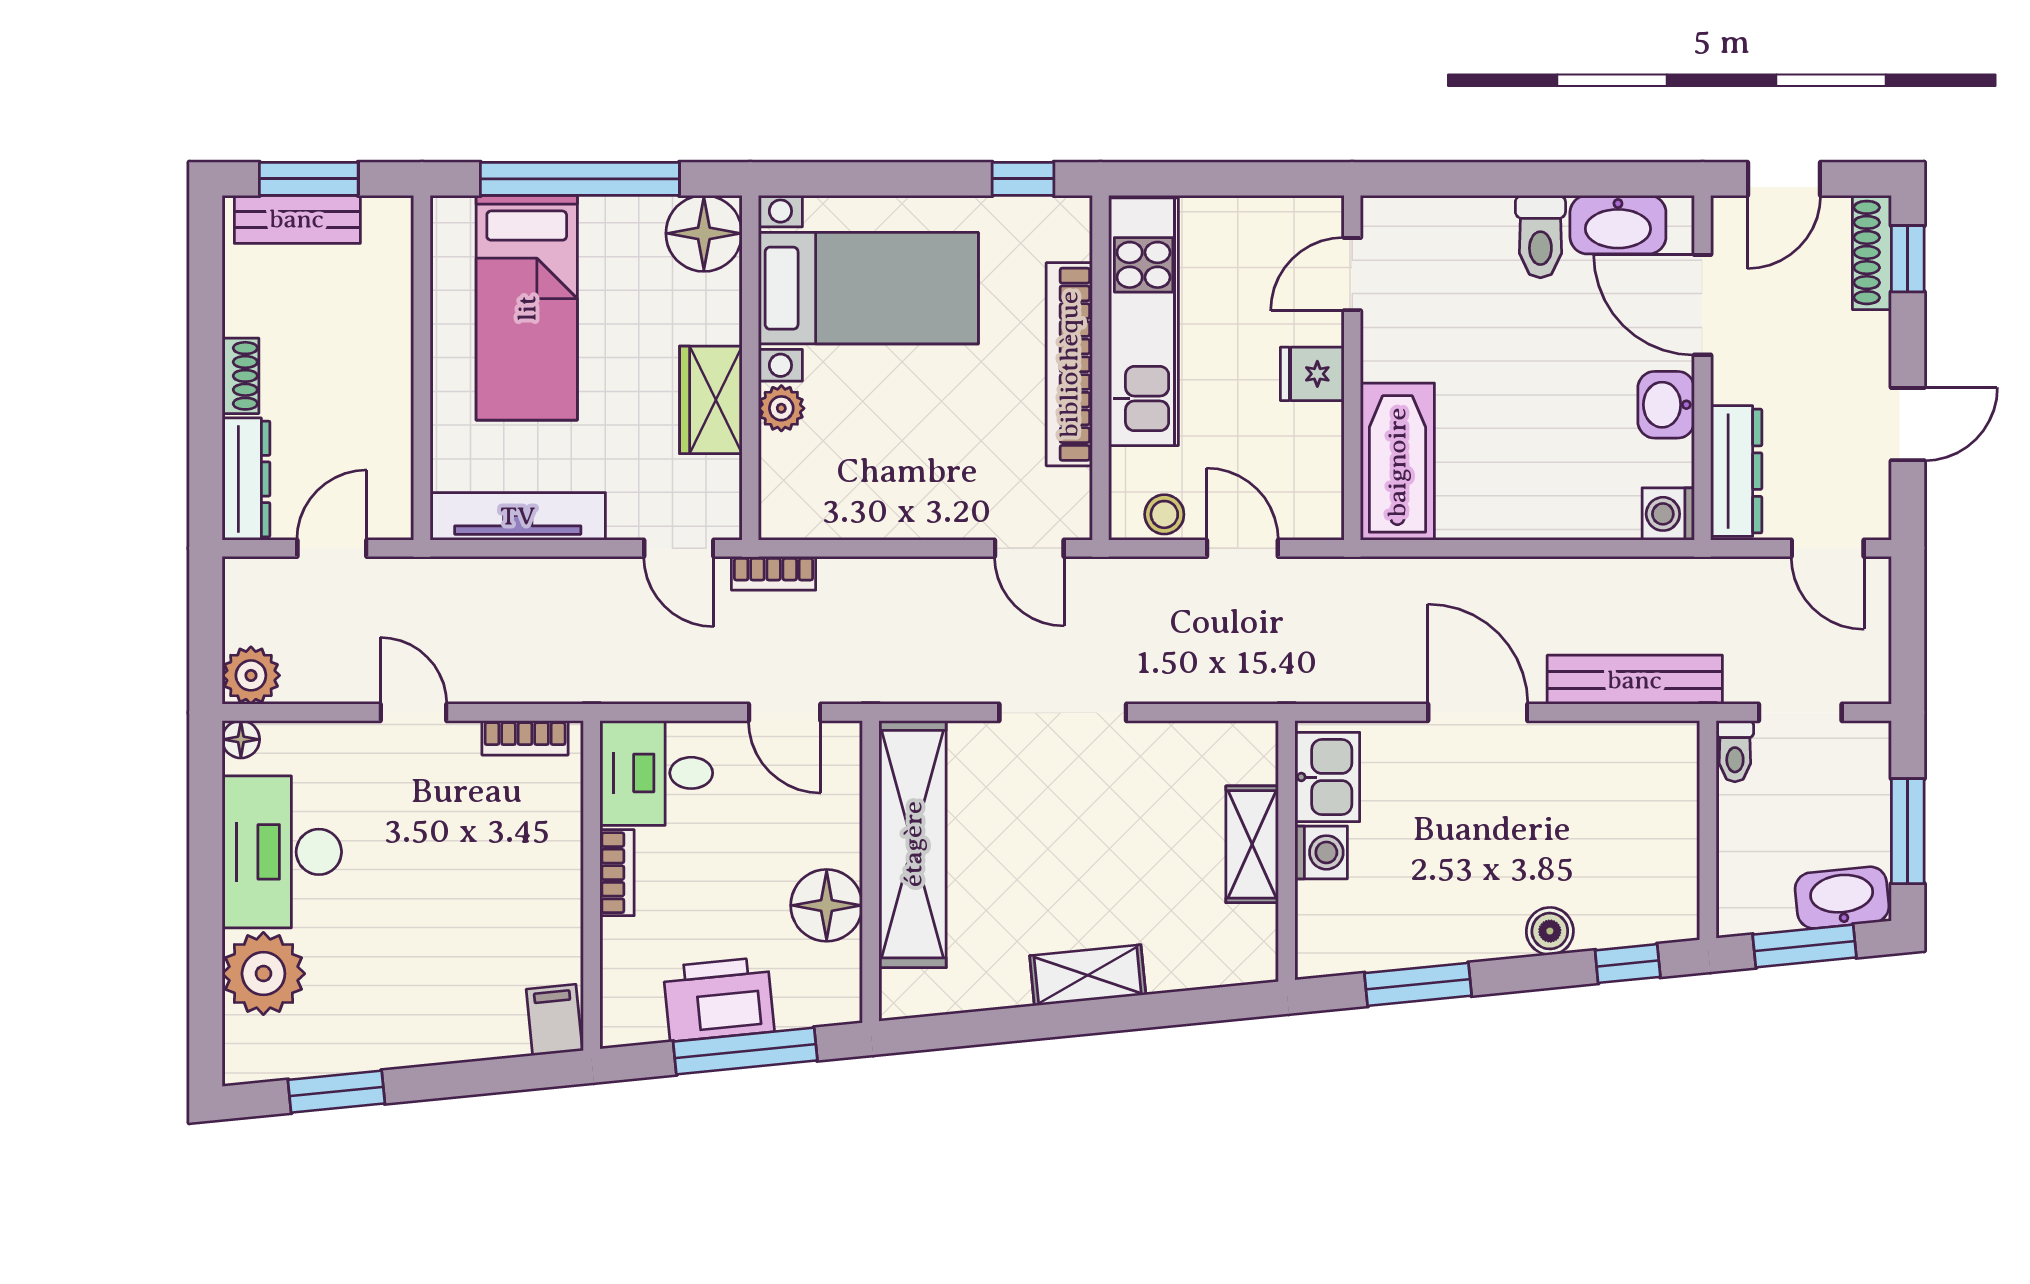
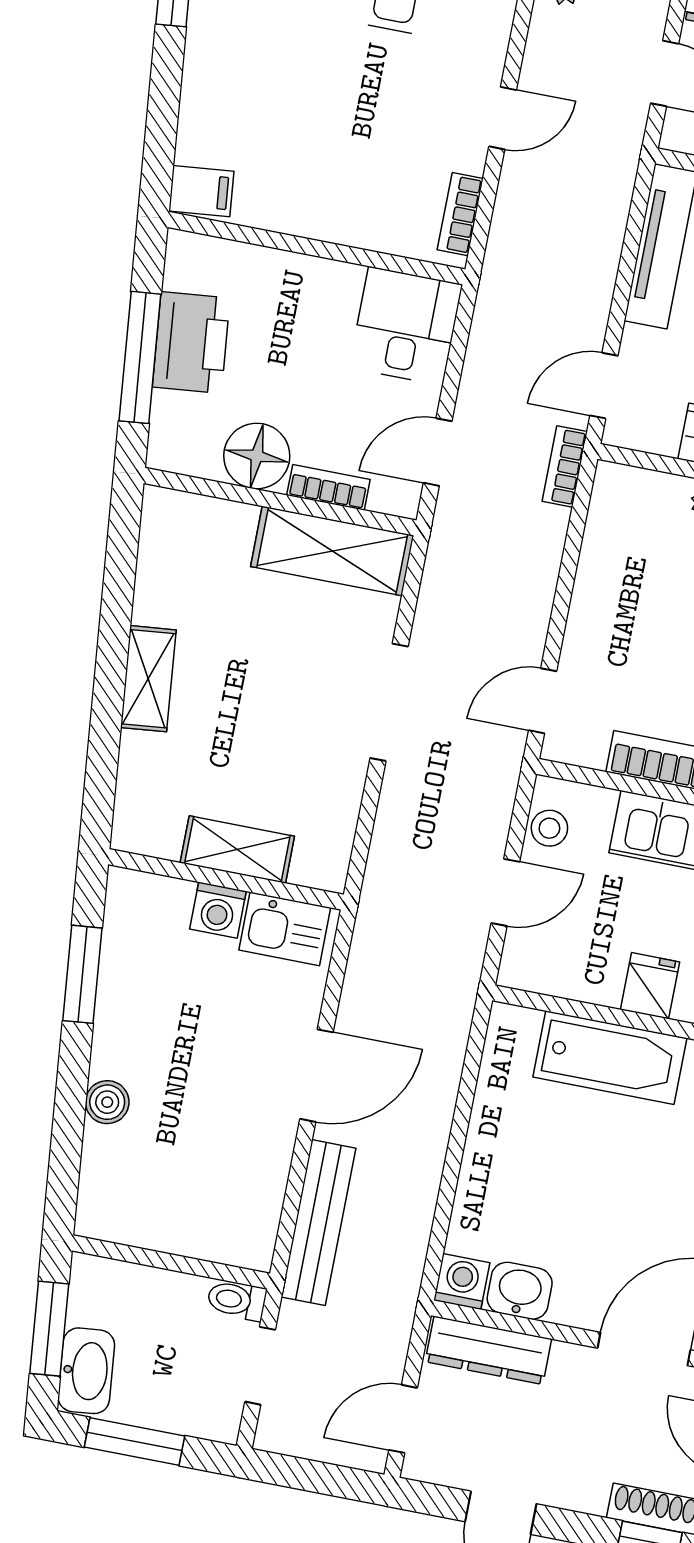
washbasin: (1666, 405) -> (520, 1291), moved
bathtub: (1397, 462) -> (610, 1058), moved
shelving: (913, 844) -> (332, 551), width x0.68
bookcase: (617, 873) -> (328, 487), moved, turned 180
window: (1628, 964) -> (64, 1166), removed

